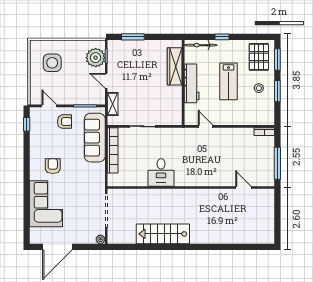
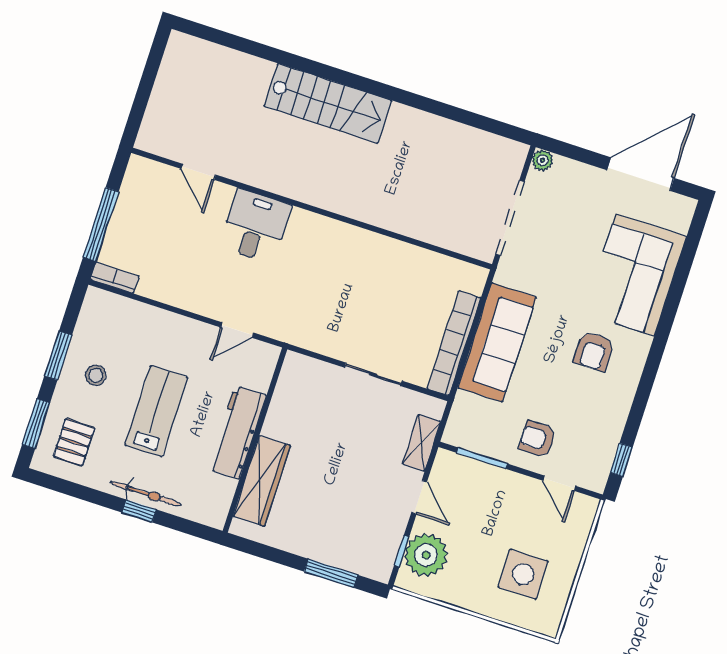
bicycle: (201, 45) -> (146, 494), moved
pallet: (259, 57) -> (74, 442), width x0.67, depth x0.71
door: (206, 126) -> (237, 330), hinge flipped
sofa: (95, 138) -> (497, 342), moved
window: (277, 163) -> (101, 224), moved
desk: (161, 172) -> (255, 226), moved
stairs: (163, 234) -> (328, 103), moved

